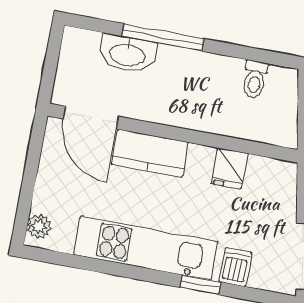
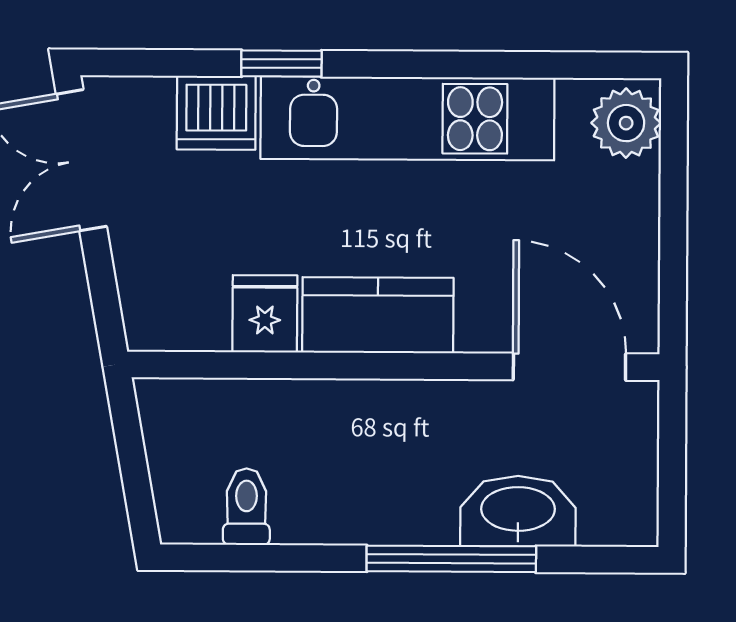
kitchen counter: (150, 153) -> (378, 315), moved
plant: (39, 226) -> (626, 123), width x1.38, depth x1.38
dishwasher: (235, 267) -> (216, 113), width x1.38

